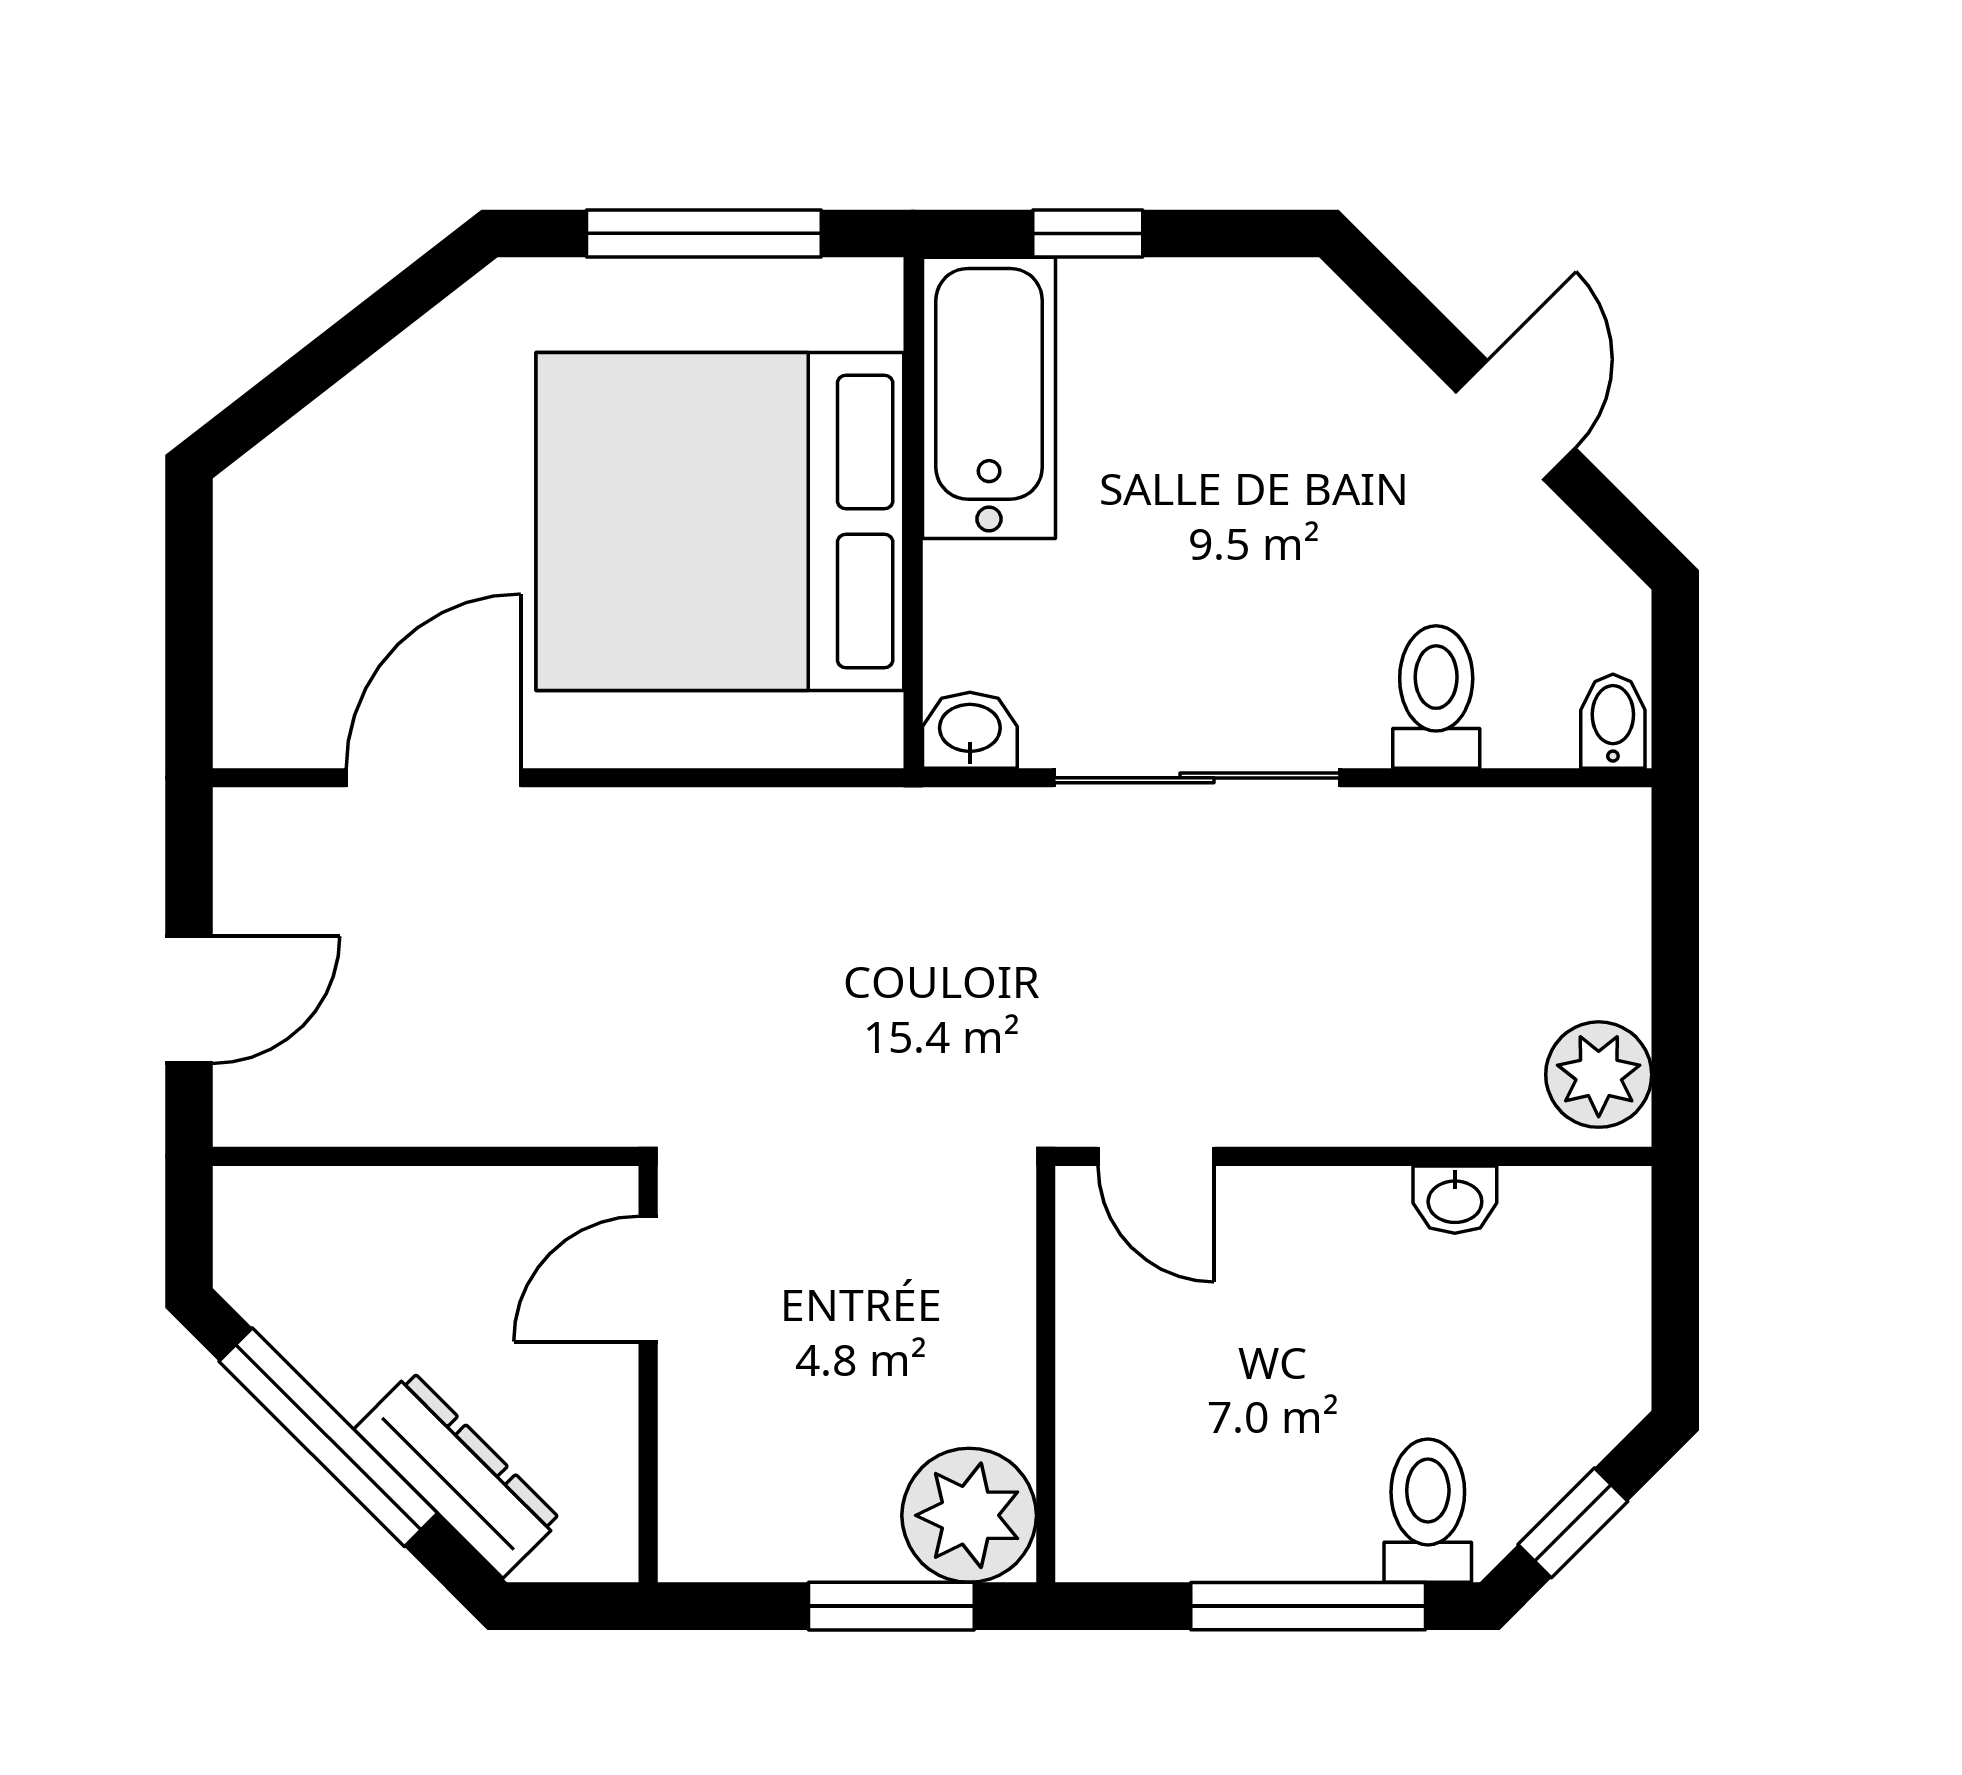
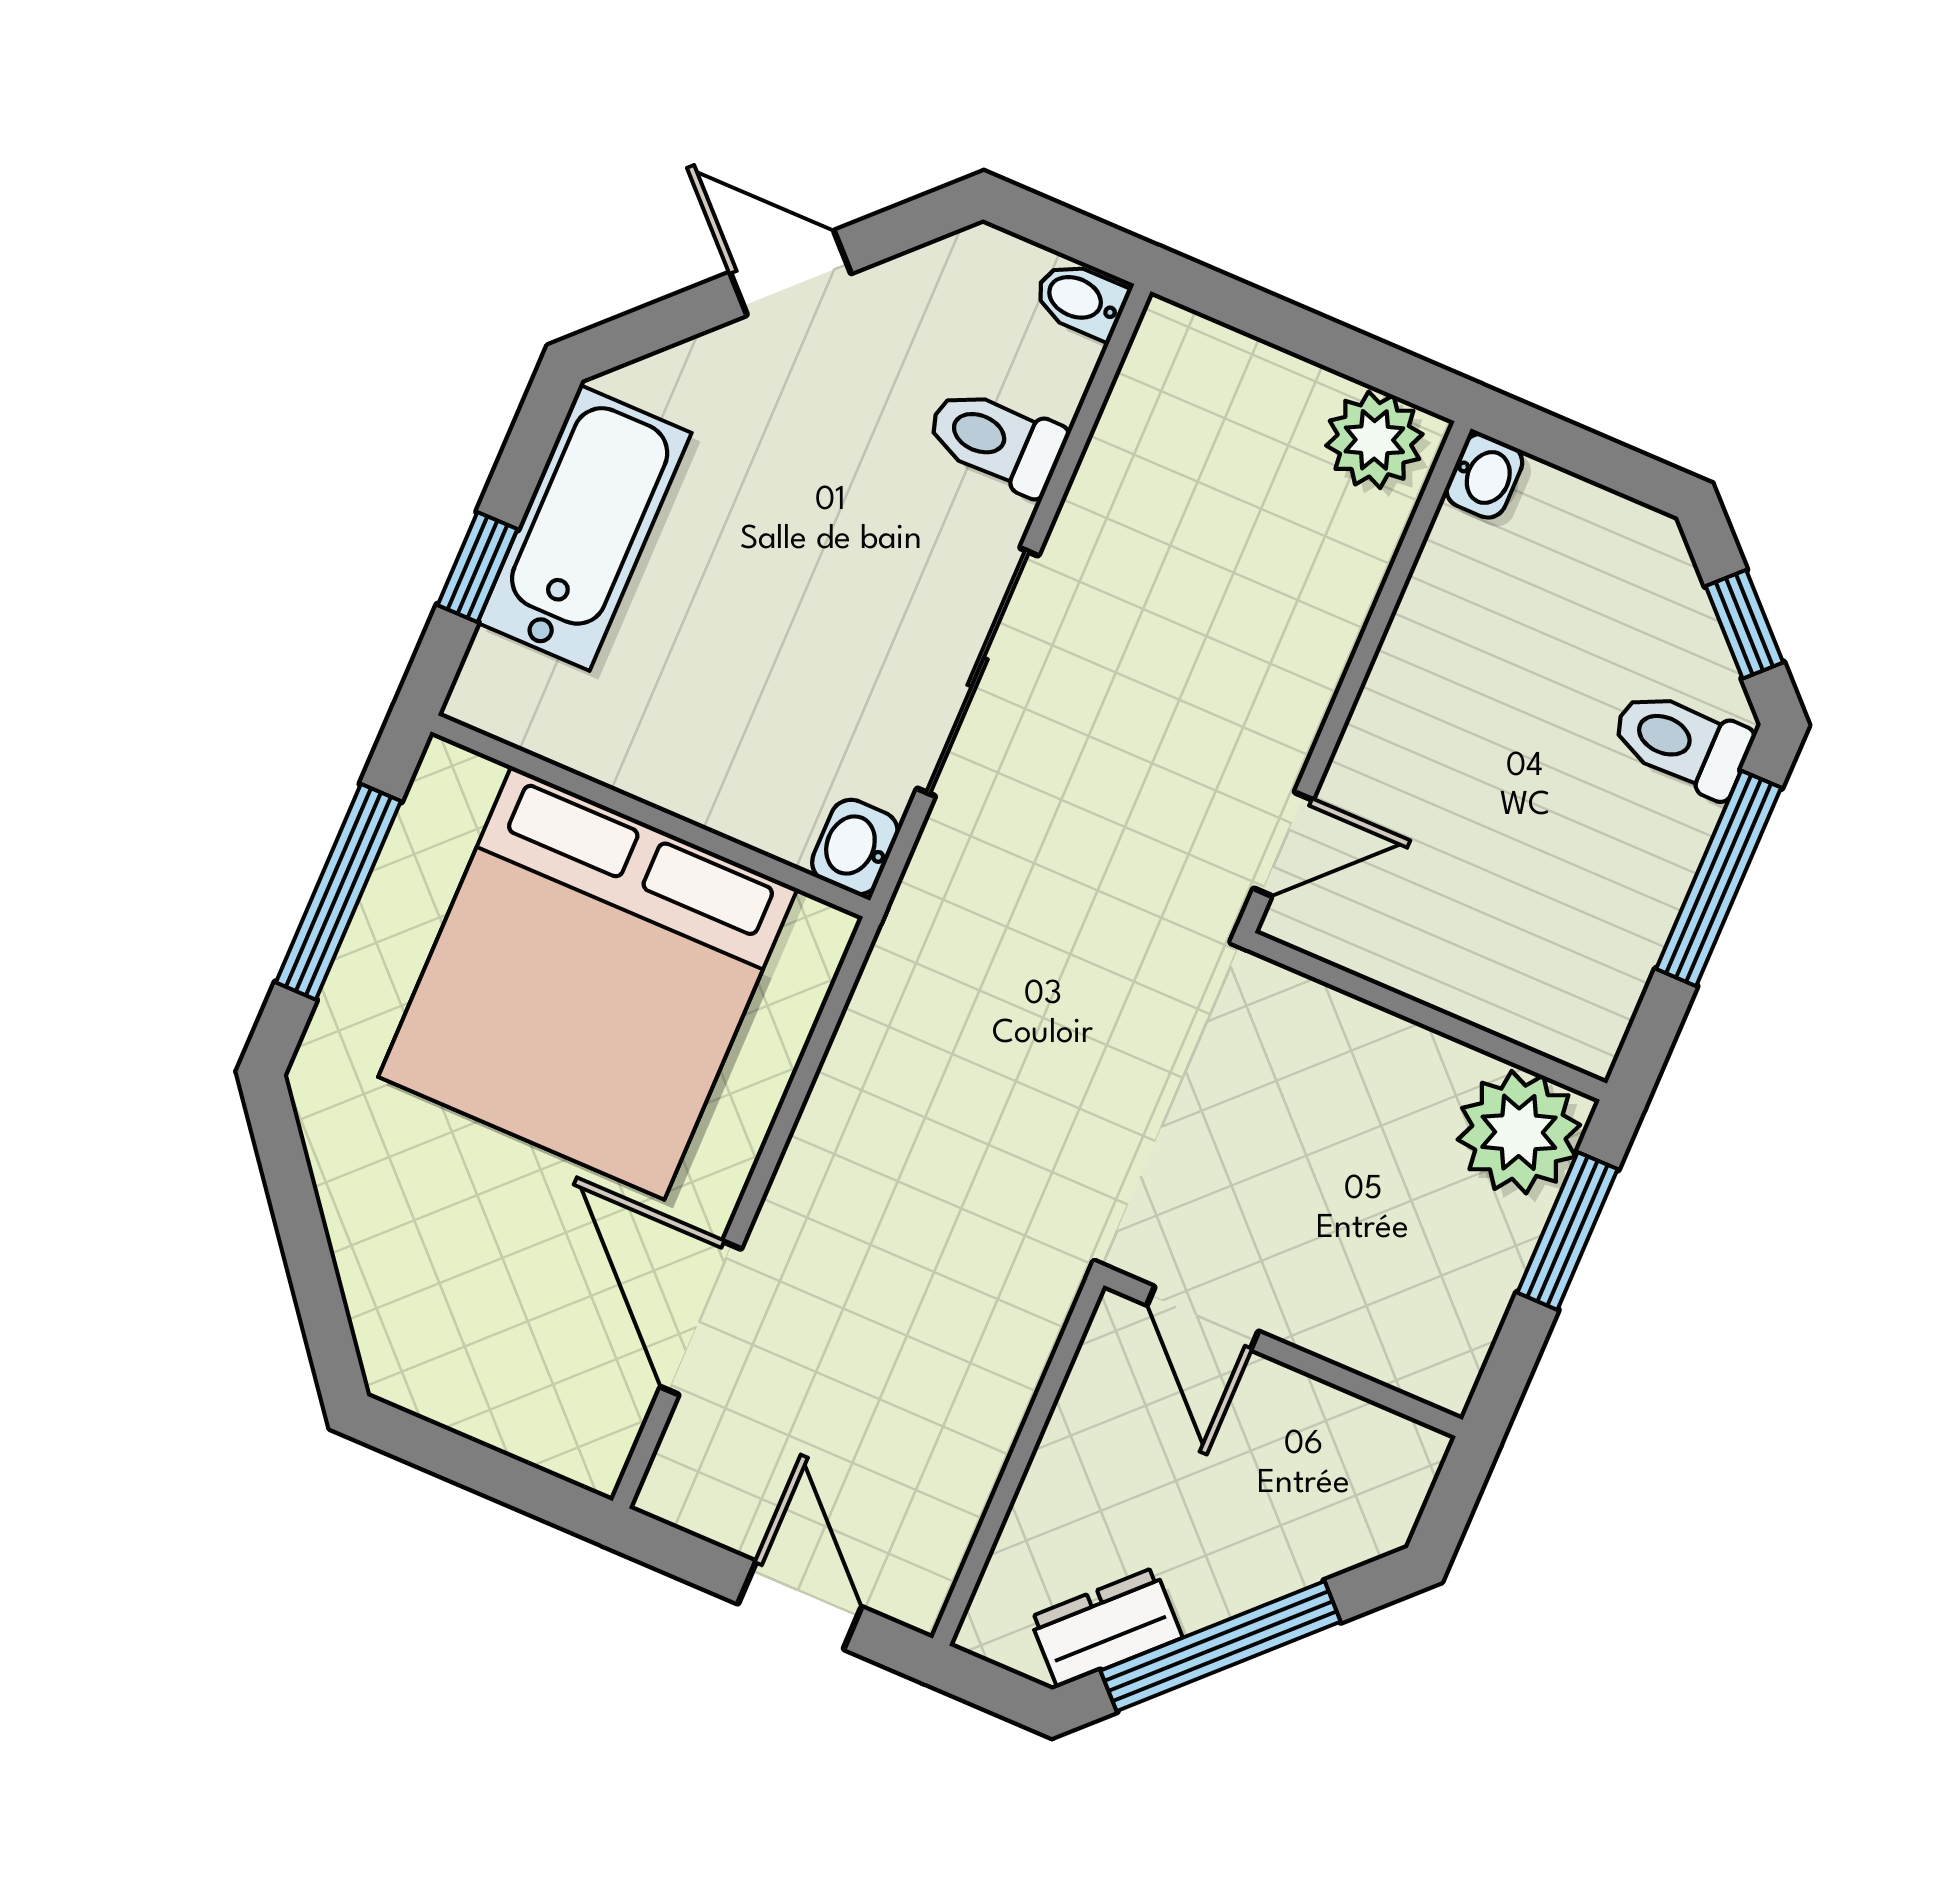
bathtub: (989, 398) -> (585, 528), moved, turned 90
washbasin: (1455, 1200) -> (1484, 476), moved
dresser: (458, 1475) -> (1106, 1627), moved, width x0.70

